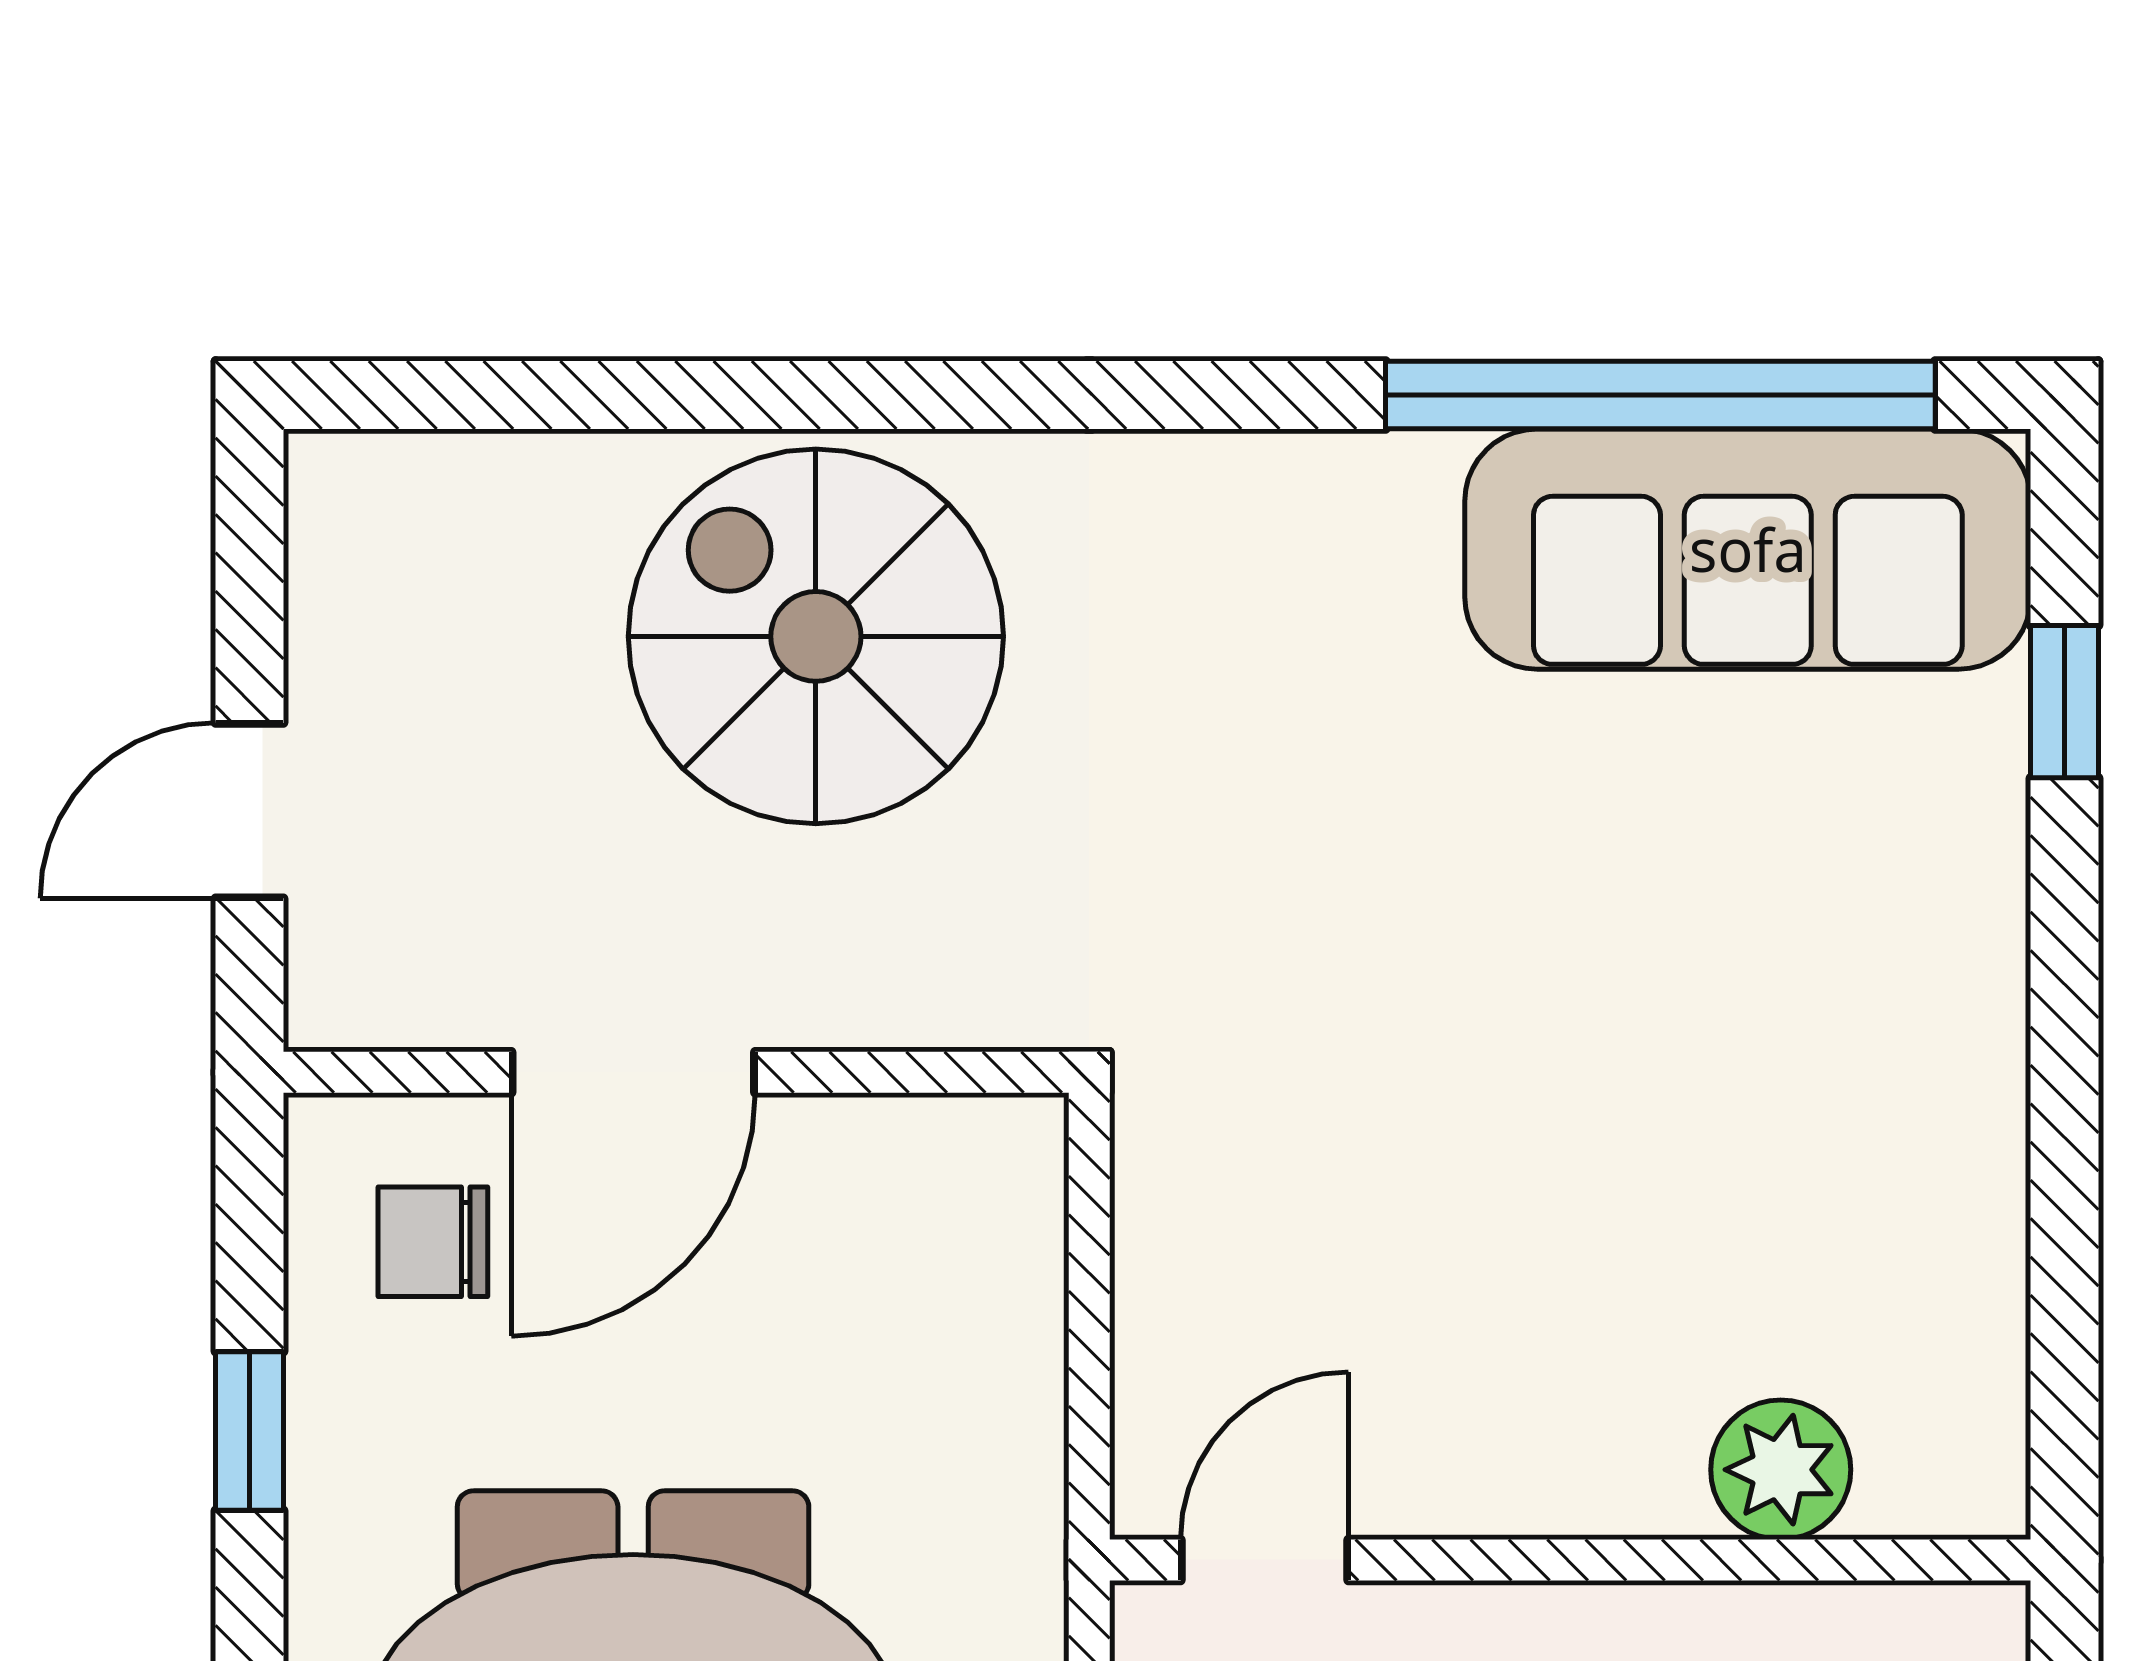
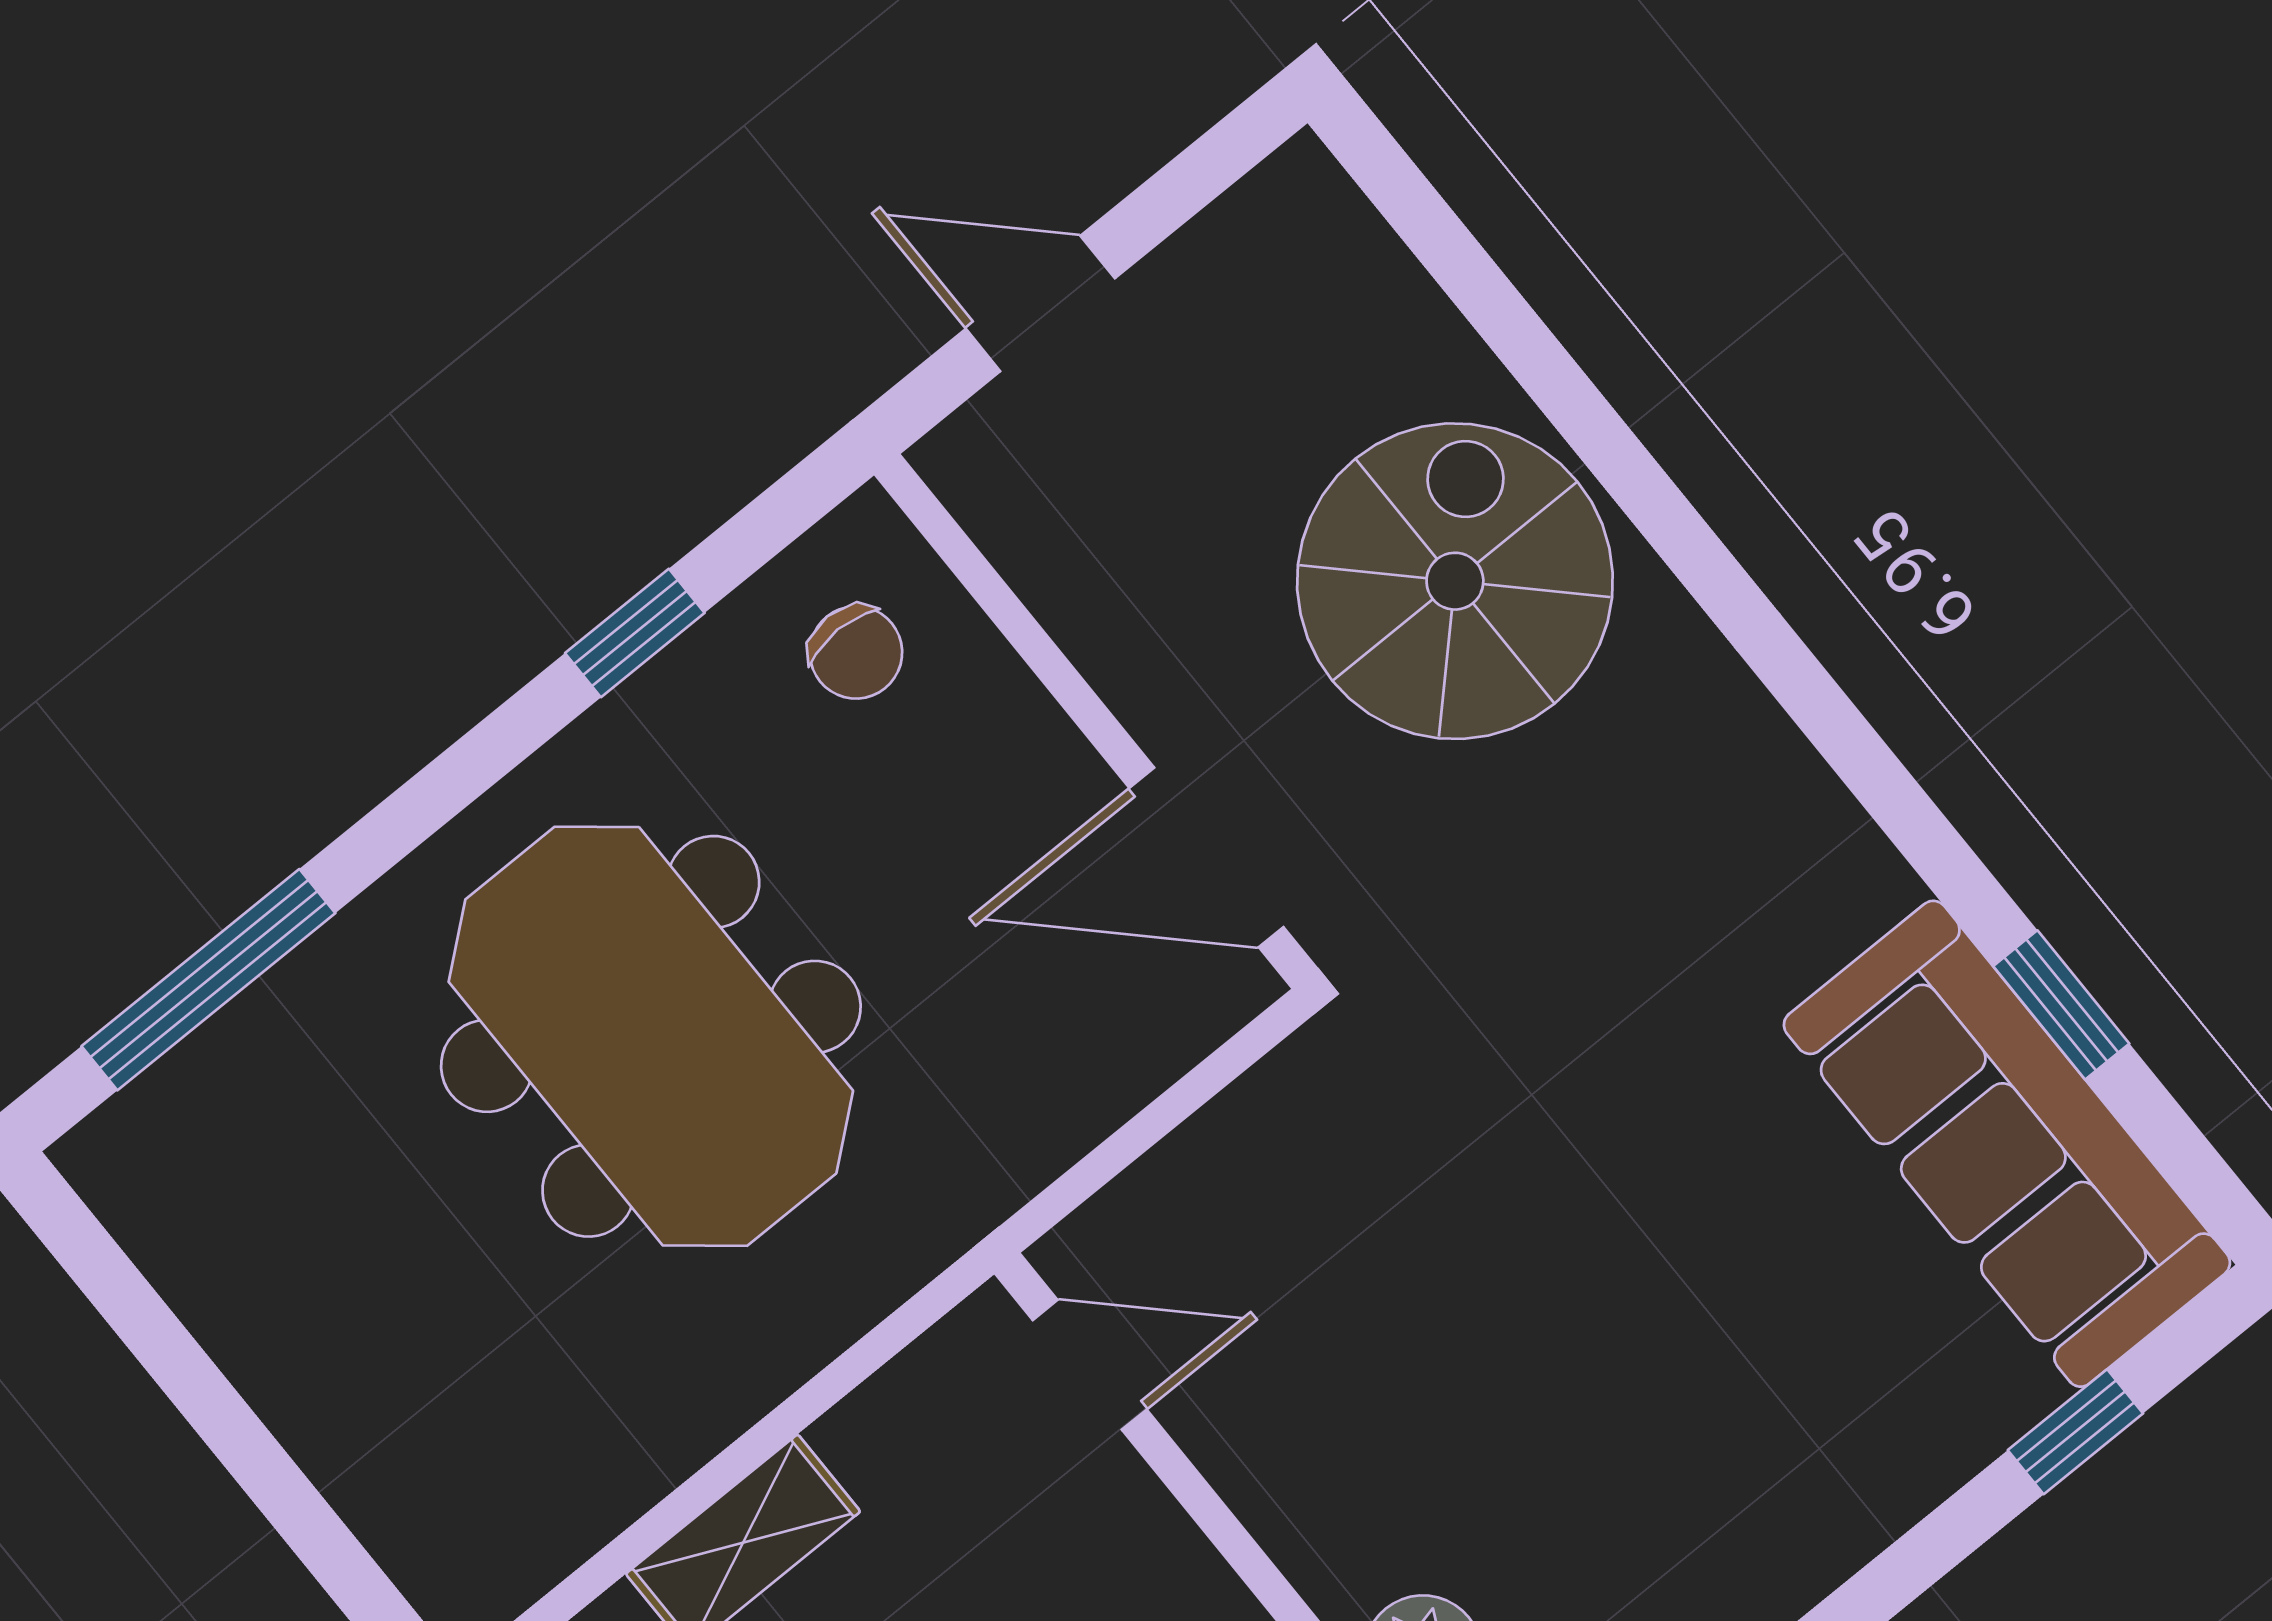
window: (1660, 395) -> (2061, 1005), width x0.32
door: (633, 1072) -> (1206, 857), moved
chair: (433, 1242) -> (856, 652), turned 180

